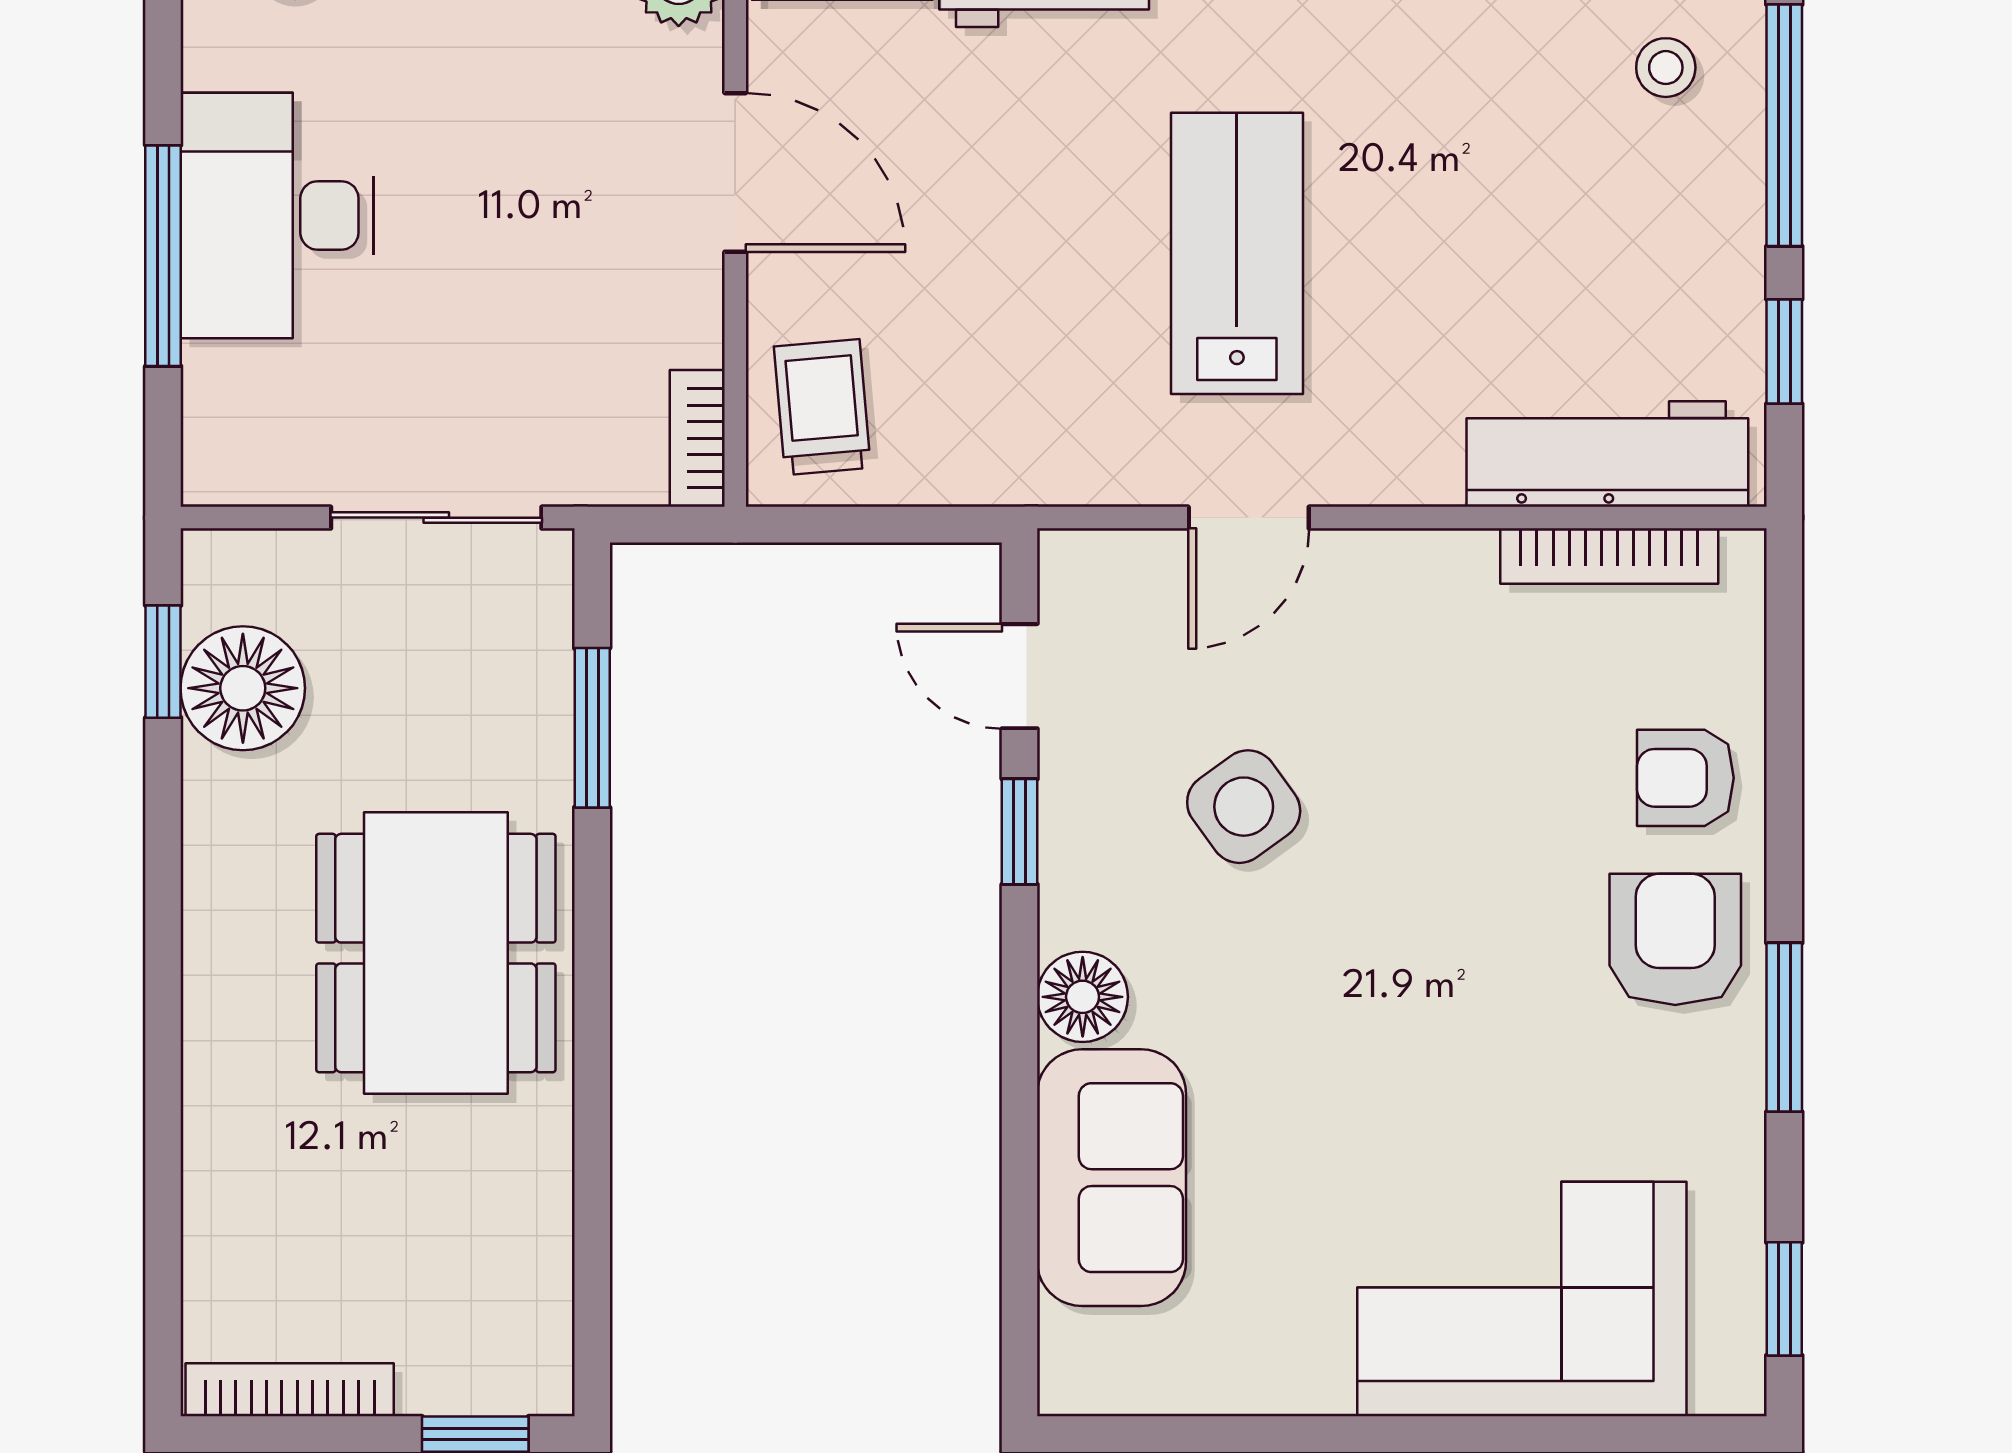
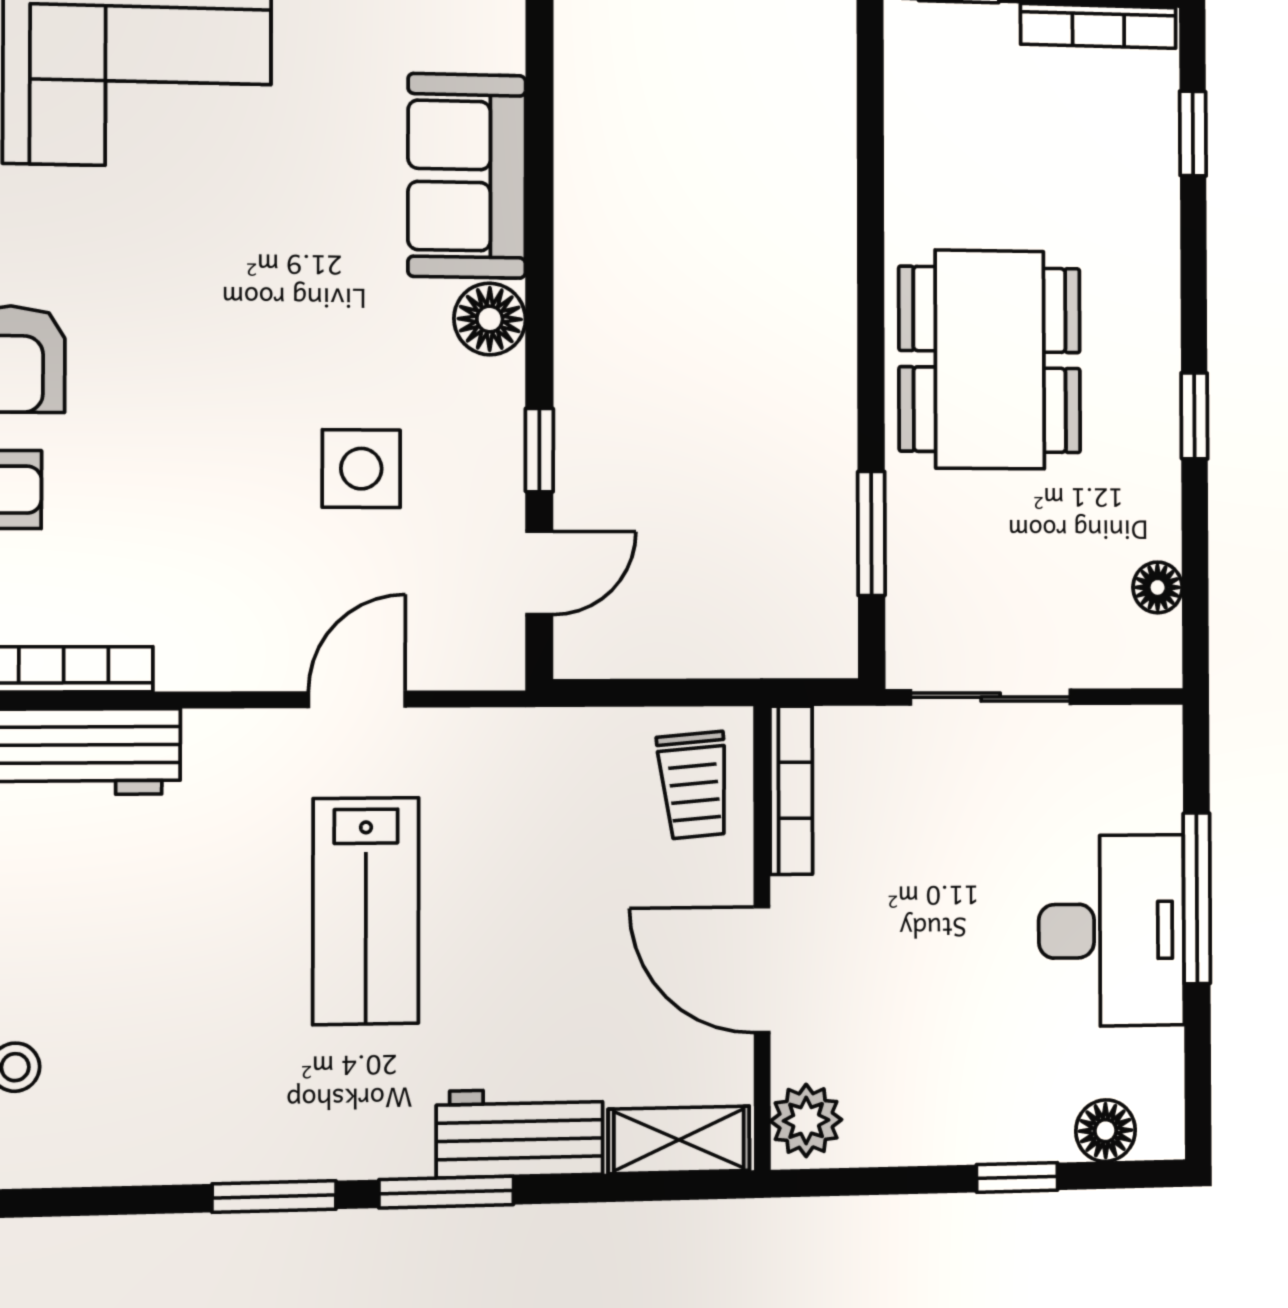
bookcase: (697, 438) -> (791, 790), width x1.56
window: (163, 662) -> (1194, 416), moved
door: (1020, 676) -> (539, 573), hinge flipped
floor lamp: (243, 688) -> (1158, 587), width x0.53, depth x0.53
side table: (1244, 807) -> (361, 469), turned 36
window: (163, 1252) -> (1193, 134), added

